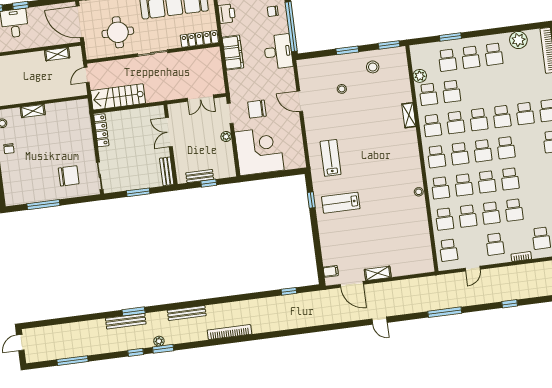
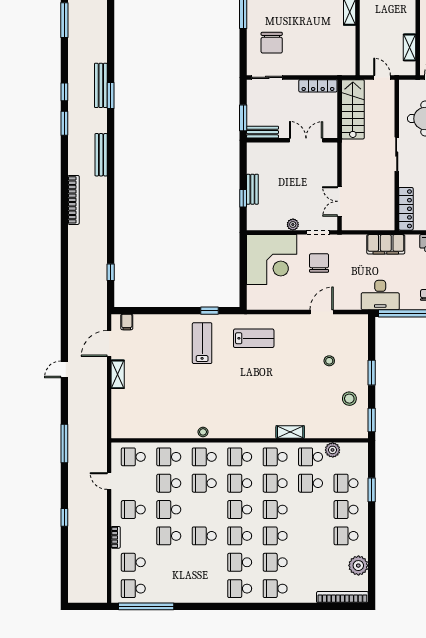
double door: (169, 132) -> (306, 140), moved
wall: (171, 144) -> (292, 140), moved
bench: (167, 171) -> (262, 132), moved
school desk: (487, 182) -> (240, 562), moved
plant: (159, 341) -> (74, 120), removed

